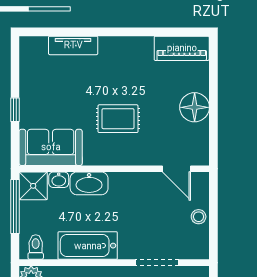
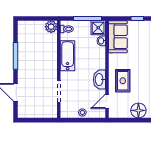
rug: (118, 119) -> (123, 81), moved
washbasin: (89, 183) -> (99, 80), moved

